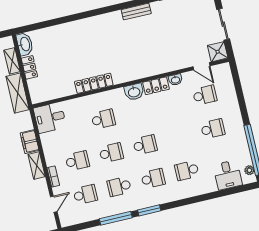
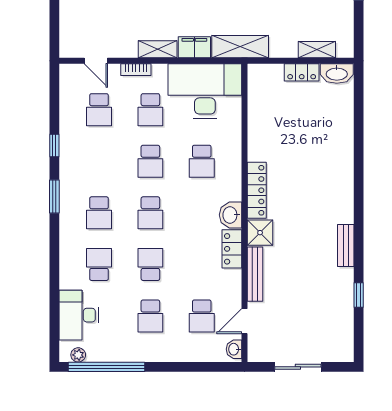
shower: (218, 52) -> (260, 233), moved
bench: (169, 67) -> (255, 274), added
washbasin: (175, 80) -> (234, 349), moved
locker: (94, 83) -> (257, 190), moved
shelving: (18, 93) -> (240, 47), moved
desk: (50, 118) -> (205, 91), width x1.87, depth x1.30
desk: (228, 175) -> (79, 315), width x1.37
school desk: (119, 187) -> (150, 264), moved
window: (116, 218) -> (54, 146), width x0.46

